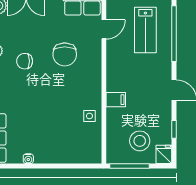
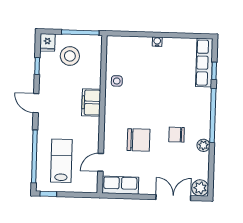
chair: (65, 54) -> (138, 140), turned 90
chair: (25, 61) -> (177, 135), turned 180
filing cabinet: (116, 100) -> (91, 102), width x2.00
water cooler: (28, 159) -> (157, 42), moved

